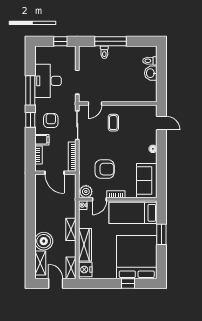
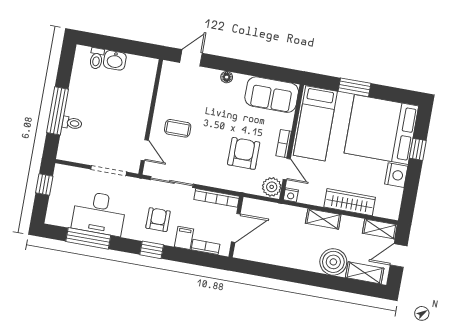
window: (30, 90) -> (88, 238), moved
armchair: (51, 121) -> (158, 220), turned 90
nightstand: (85, 270) -> (396, 175), moved, turned -90

